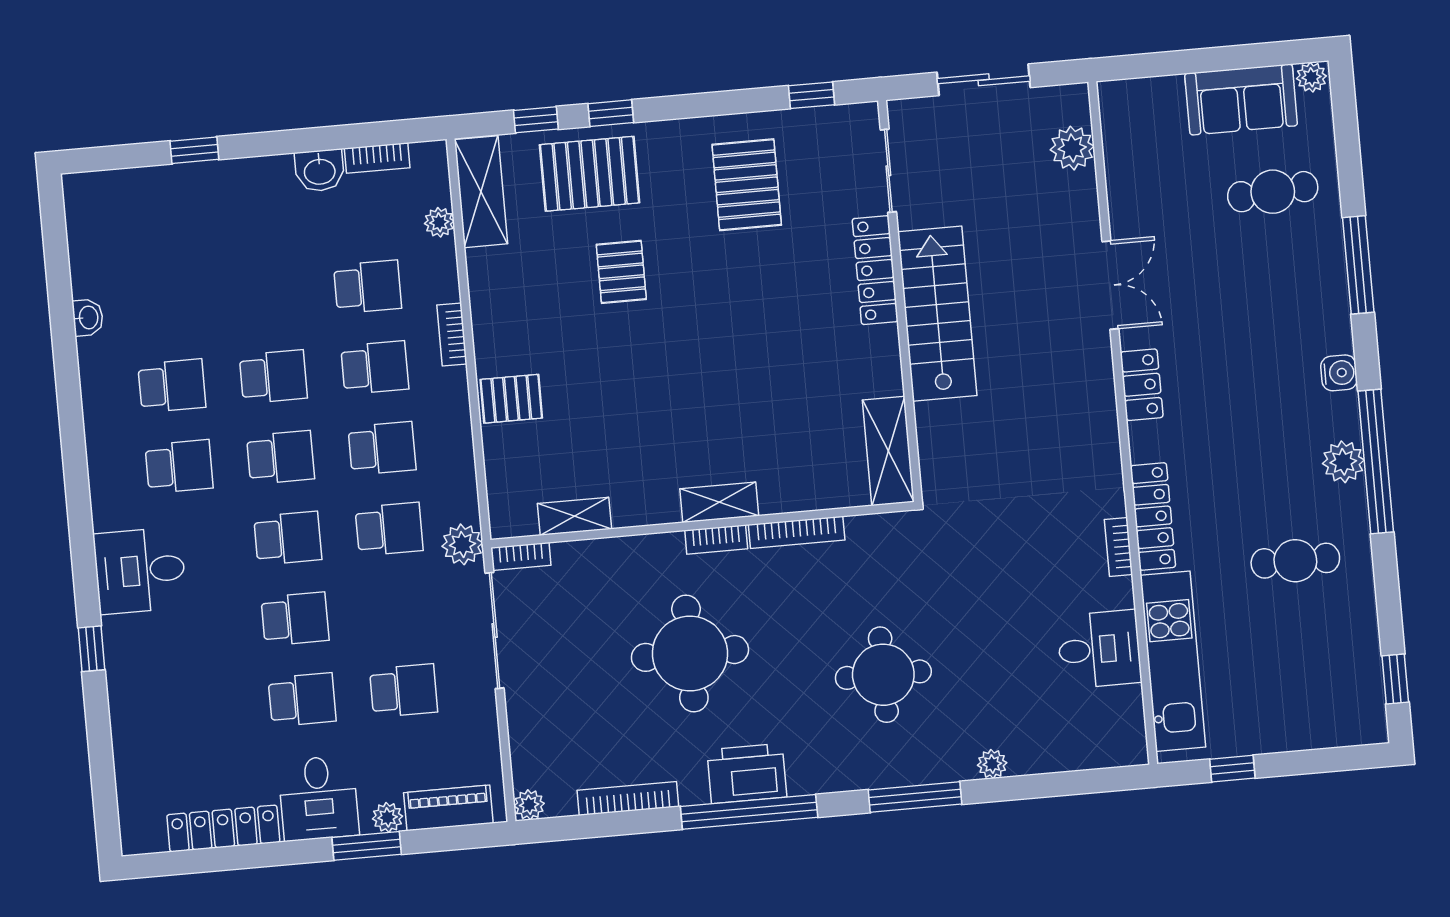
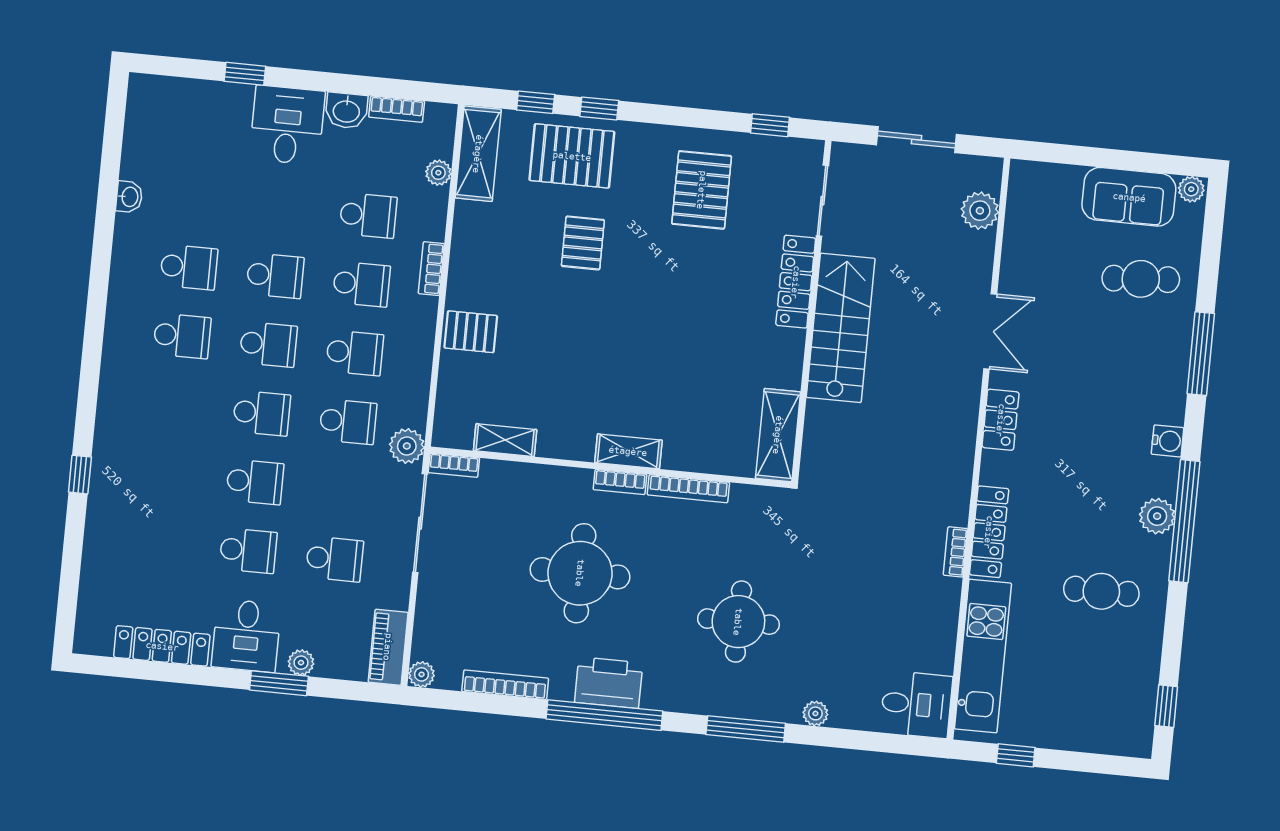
desk: (140, 571) -> (287, 125), moved, turned 90
desk: (1099, 649) -> (916, 704), moved
piano: (448, 808) -> (388, 647), moved, turned -90

